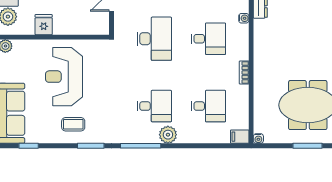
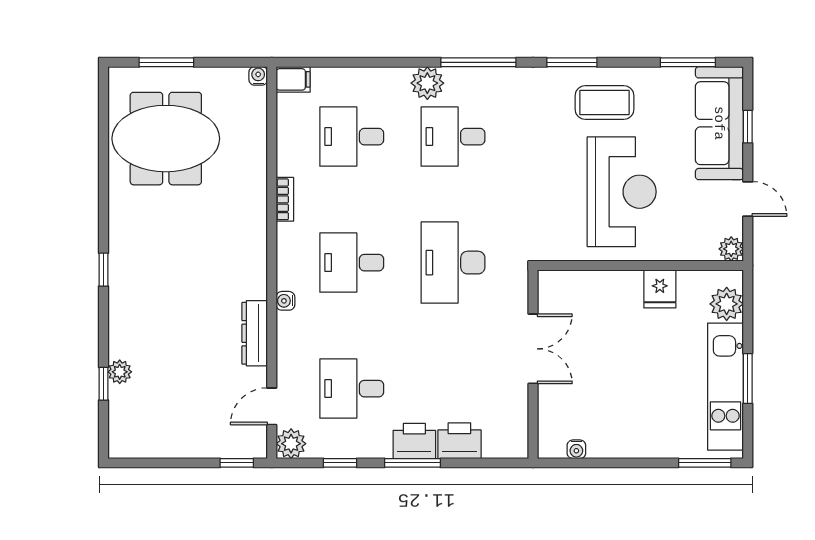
coffee table: (73, 124) -> (605, 103), width x1.36, depth x1.30
window: (29, 146) -> (688, 62), width x1.50

